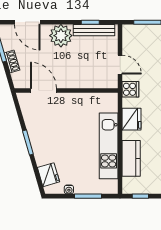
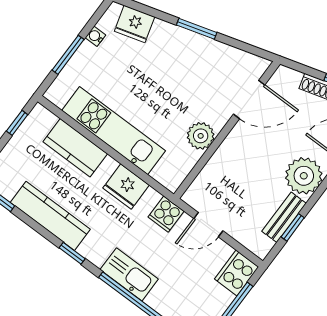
bench: (94, 30) -> (284, 217), width x0.73
cooker: (133, 33) -> (237, 273), added
plant: (79, 101) -> (201, 136), added

